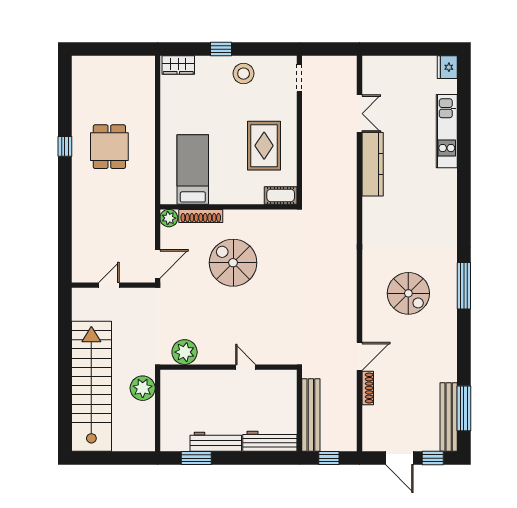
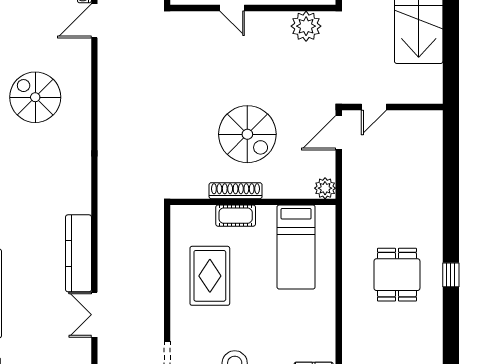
cot: (281, 195) -> (236, 216), moved
shoe rack: (201, 216) -> (236, 191), moved
door: (109, 285) -> (374, 107), moved

